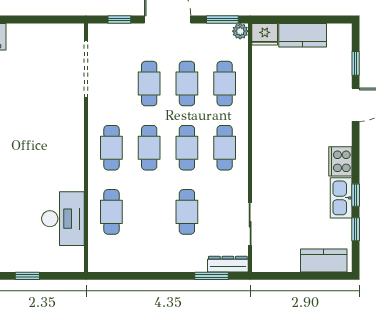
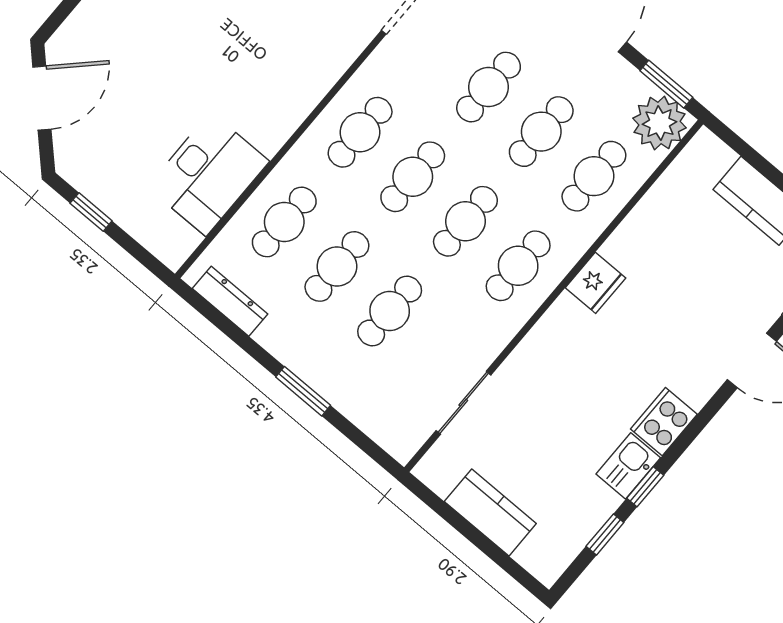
plant: (240, 31) -> (659, 123), width x1.87, depth x1.87
fridge: (265, 34) -> (595, 283), moved, turned -90
kitchen sink: (341, 198) -> (628, 466), width x0.73
cafe table: (149, 212) -> (337, 266), added
kitchen counter: (324, 261) -> (490, 512), moved
dresser: (228, 264) -> (230, 301), moved
window: (211, 276) -> (303, 391), moved

